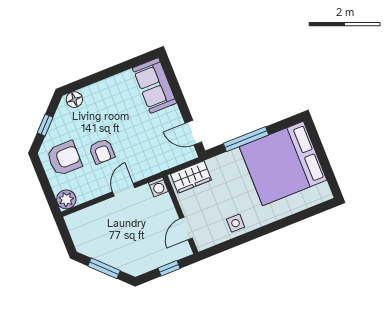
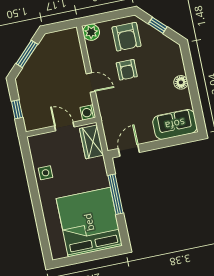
floor lamp: (74, 100) -> (181, 82), moved
armchair: (102, 151) -> (127, 70), turned -90
door: (186, 228) -> (64, 126), moved

